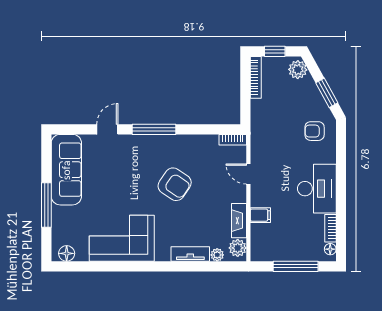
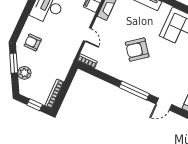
plant: (298, 70) -> (24, 73), moved
armchair: (315, 131) -> (33, 42), turned 180
armchair: (175, 184) -> (137, 50), turned -72

